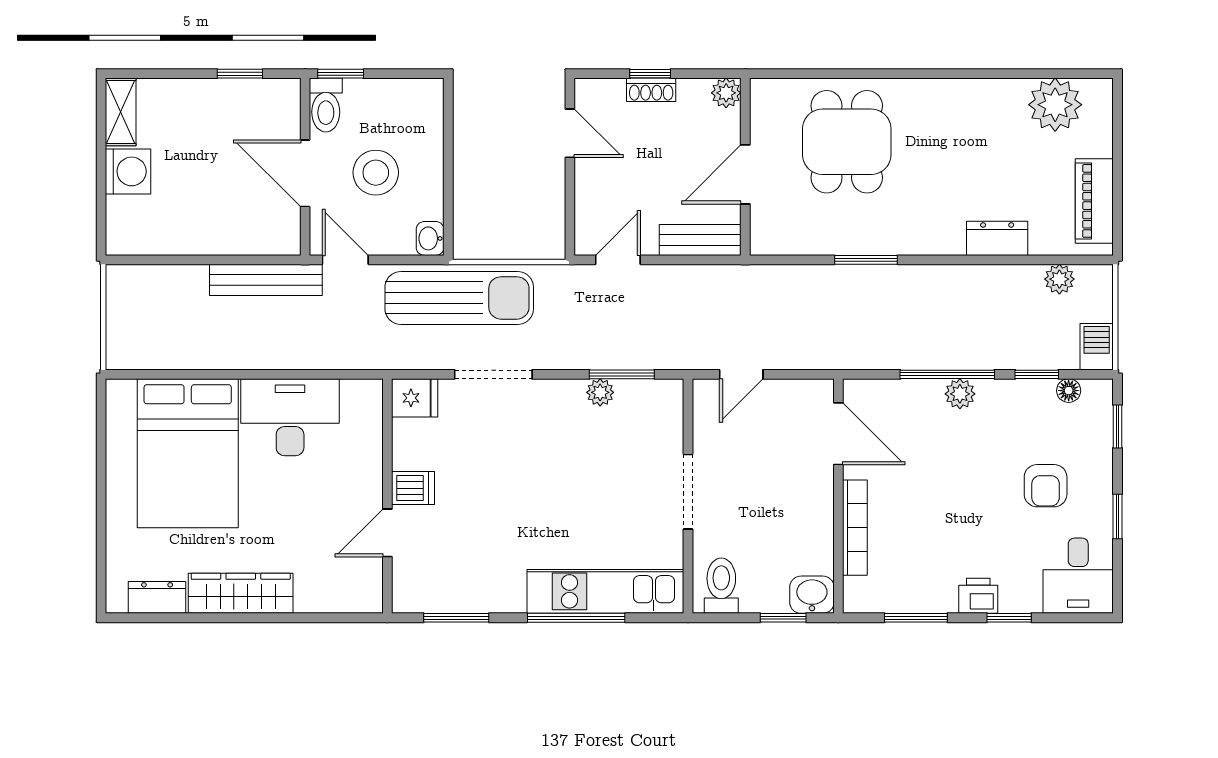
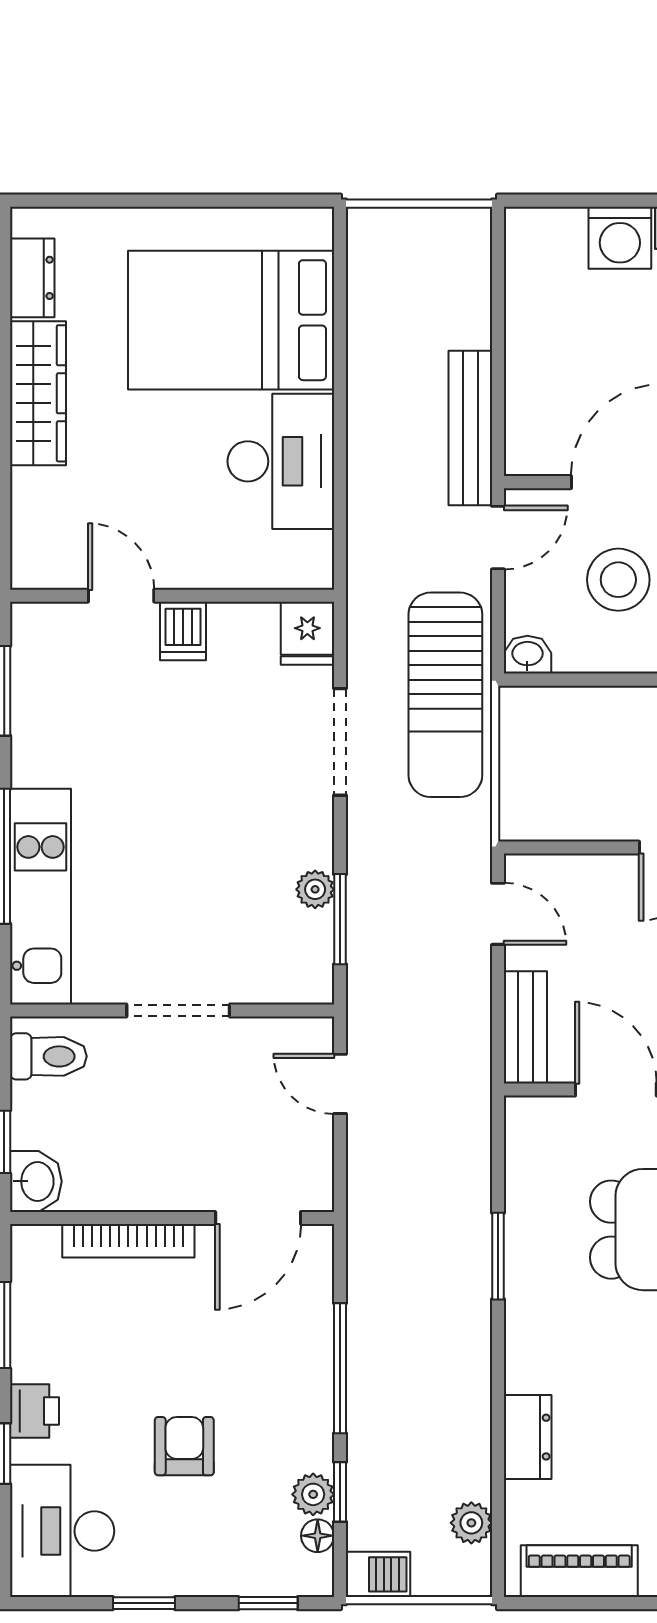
plant: (960, 394) -> (313, 1494), moved
armchair: (1046, 486) -> (184, 1446), moved, turned 90
desk: (1078, 576) -> (62, 1531), width x1.37

